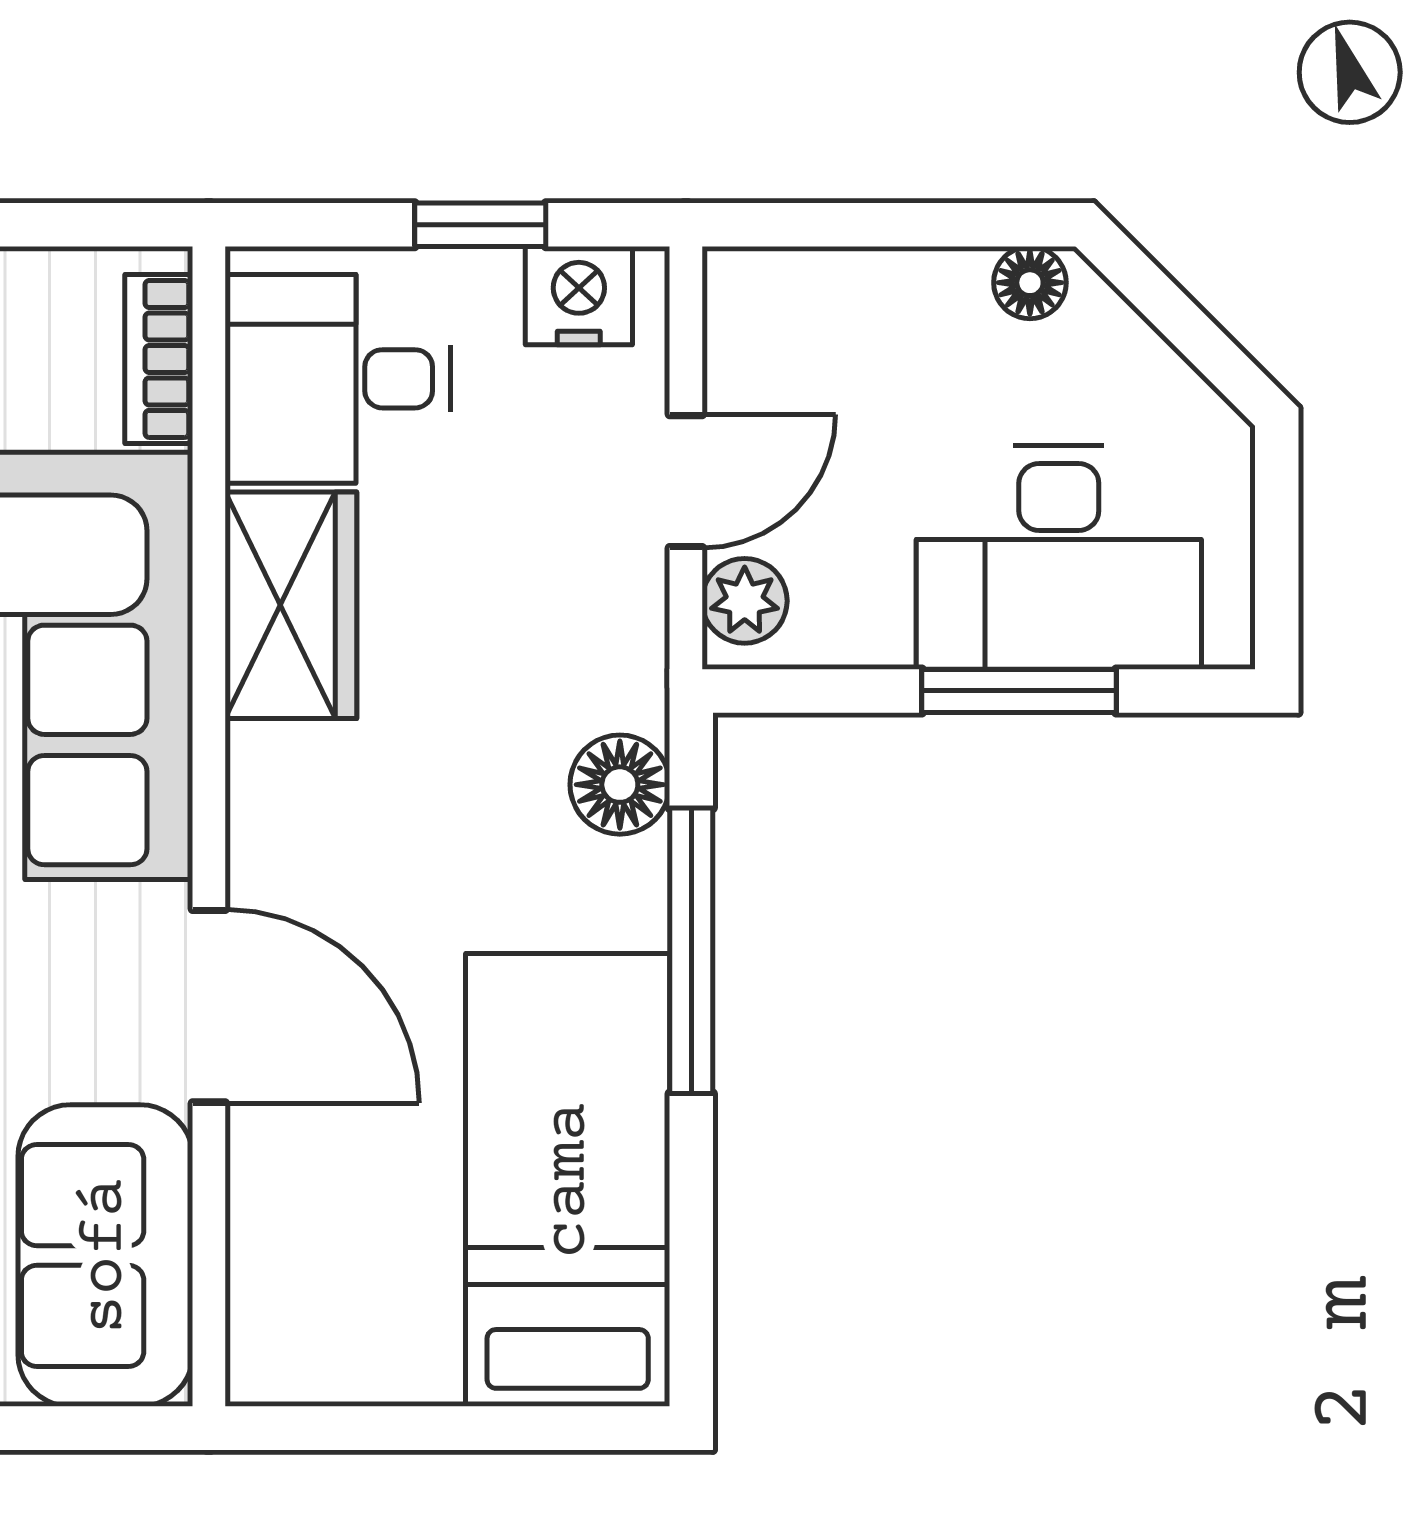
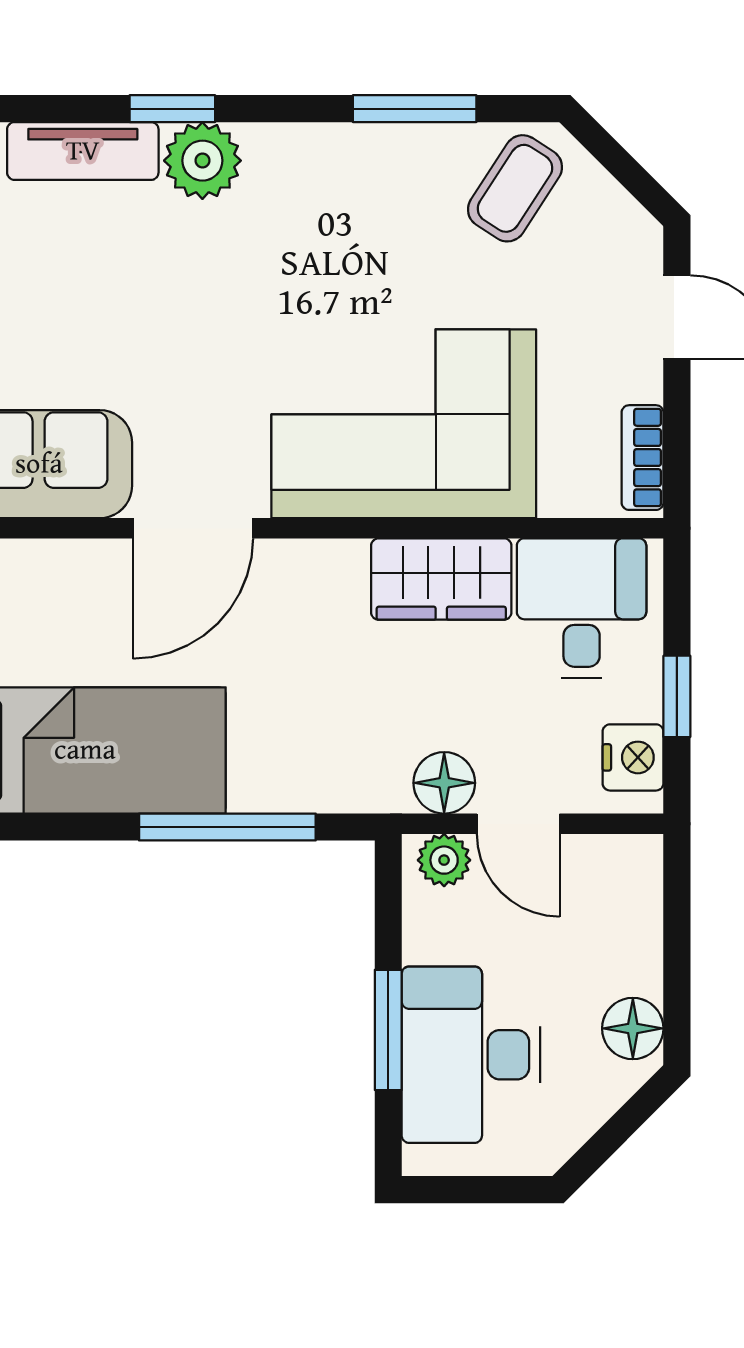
floor lamp: (1030, 283) -> (633, 1028), width x1.37, depth x1.37
bookcase: (159, 359) -> (643, 458), moved, turned -90
floor lamp: (620, 785) -> (444, 783), moved

